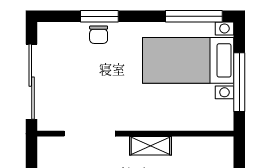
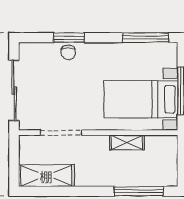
bed with nightstands: (188, 60) -> (141, 99), moved
shelving: (150, 146) -> (127, 142), moved

